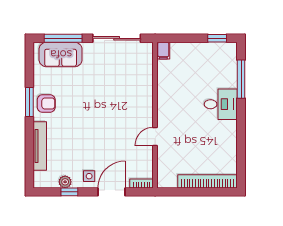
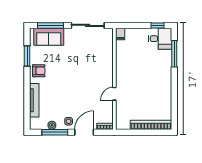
window: (29, 102) -> (27, 56), moved
desk: (221, 104) -> (160, 39), moved
window: (69, 192) -> (55, 132), width x2.17

